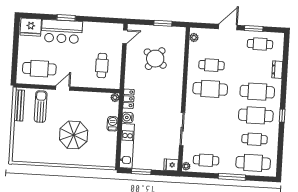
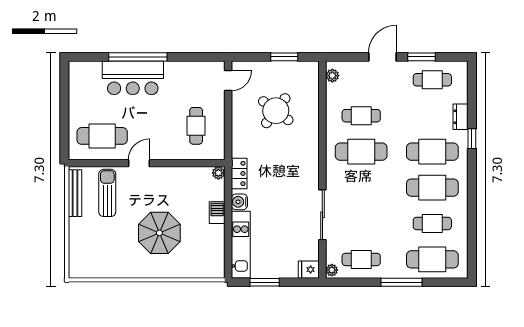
window: (66, 18) -> (138, 57), width x2.11
fridge: (31, 27) -> (86, 74), removed
window: (282, 116) -> (472, 139), moved

